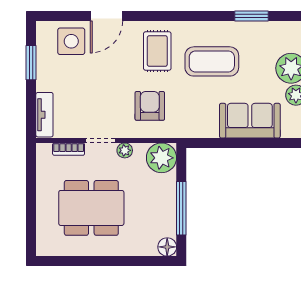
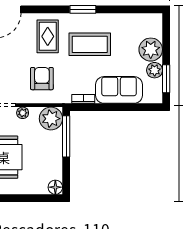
window: (251, 16) -> (83, 9), moved
bookcase: (203, 132) -> (83, 99), added
window: (181, 208) -> (66, 136), moved

